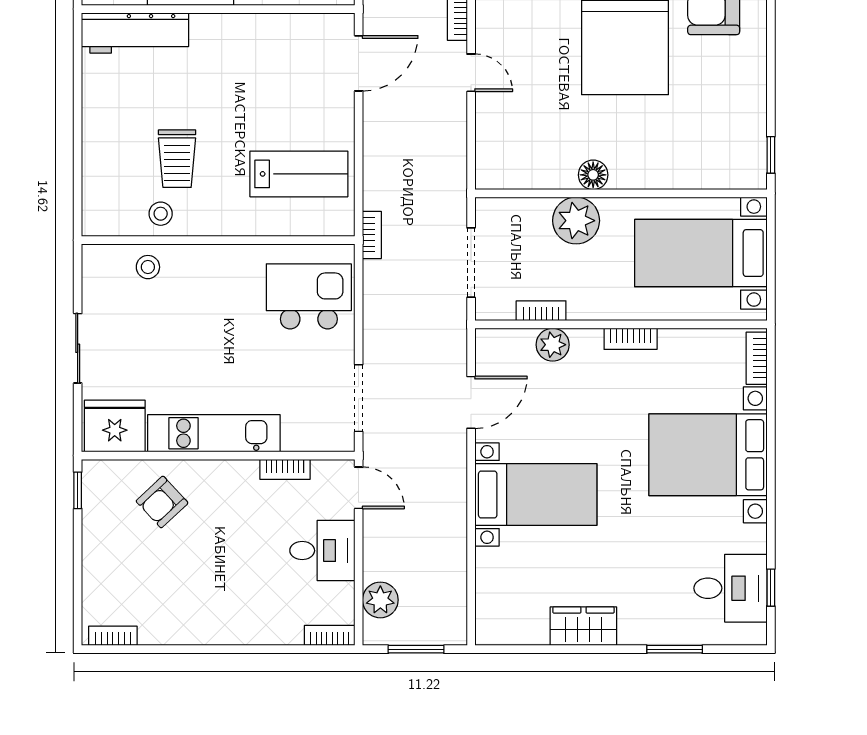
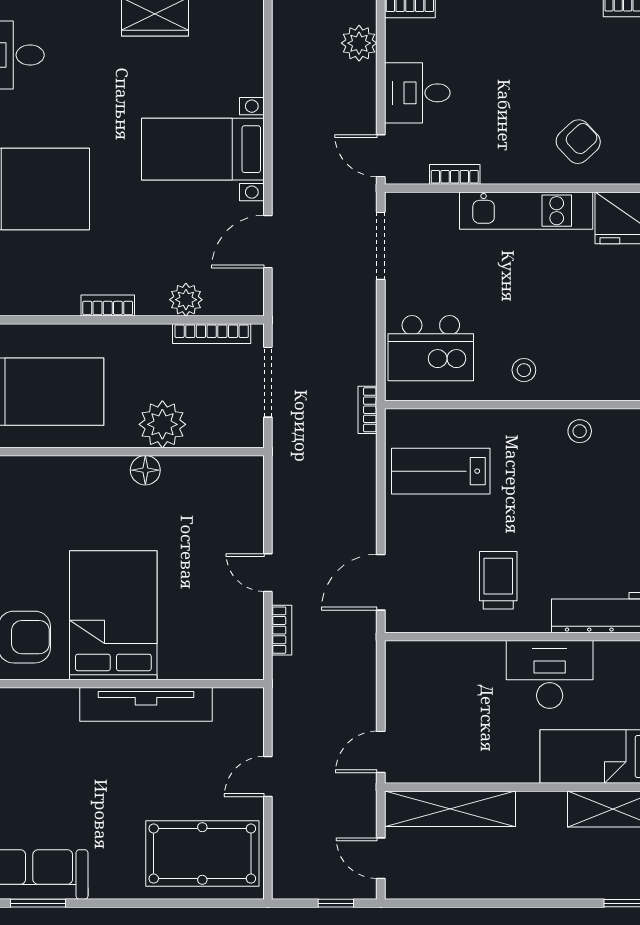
trolley: (177, 159) -> (498, 580), moved
stool: (148, 267) -> (524, 370), moved
bookcase: (541, 311) -> (212, 334), width x1.56

